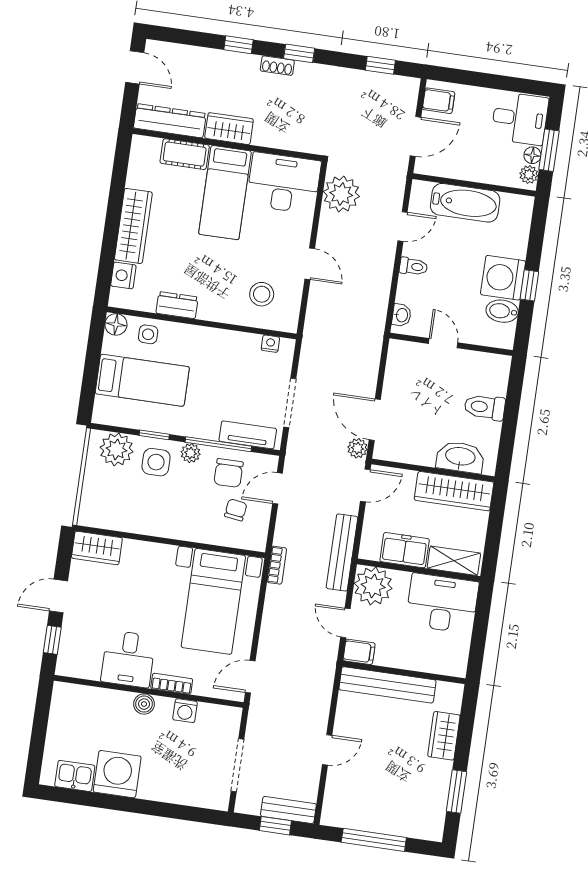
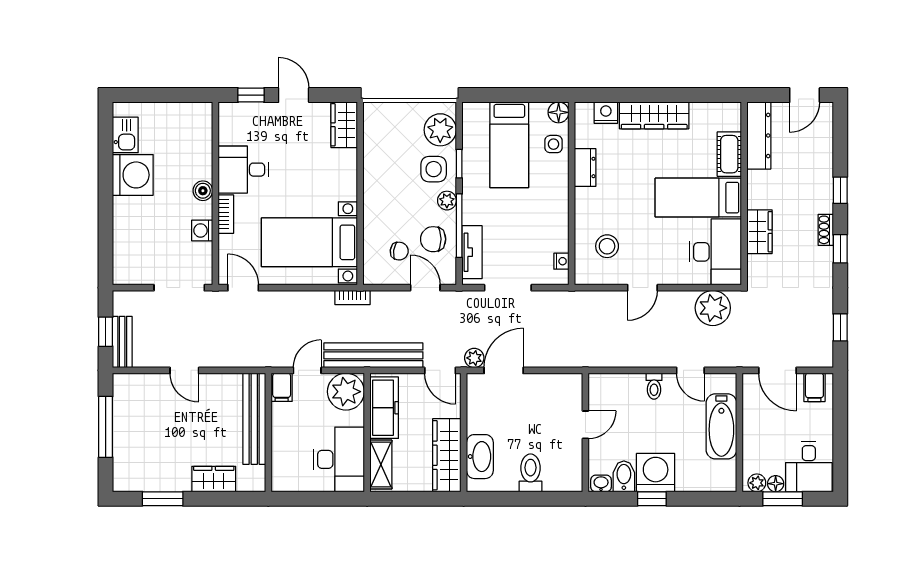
wardrobe: (229, 129) -> (759, 232), moved
washbasin: (401, 315) -> (601, 483), moved, turned 180
freezer: (405, 550) -> (384, 408), width x1.40
bench: (342, 552) -> (373, 355), width x1.37, depth x1.21
doorway: (238, 765) -> (179, 288), moved

